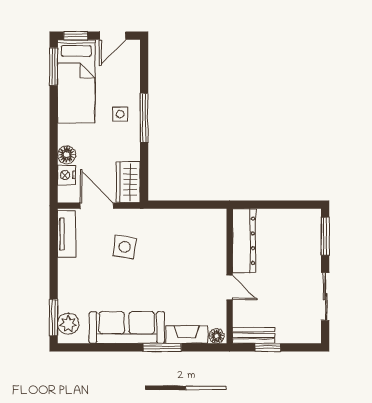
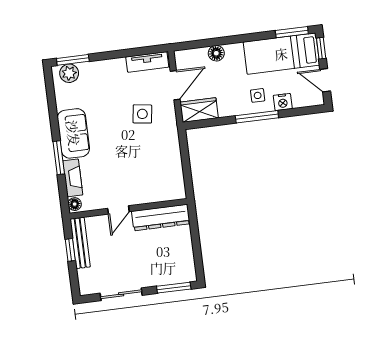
nightstand: (67, 175) -> (283, 102), moved, turned 180
sofa: (127, 327) -> (73, 133), width x0.73
bench: (254, 335) -> (80, 243), width x1.36

